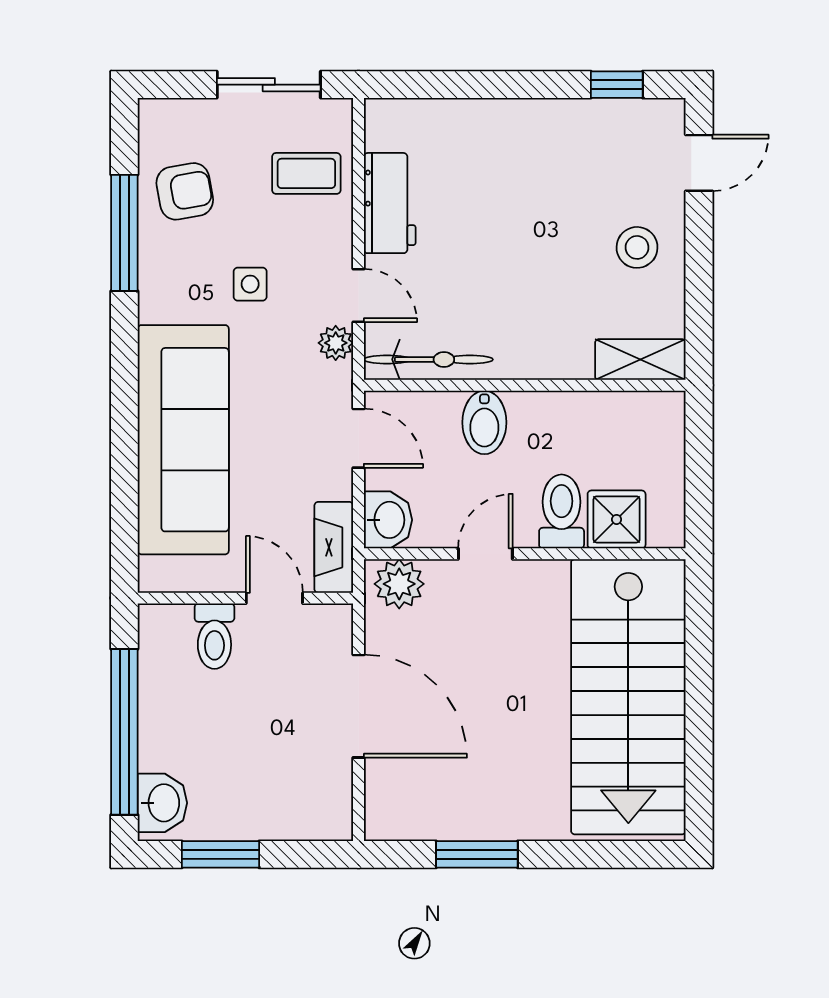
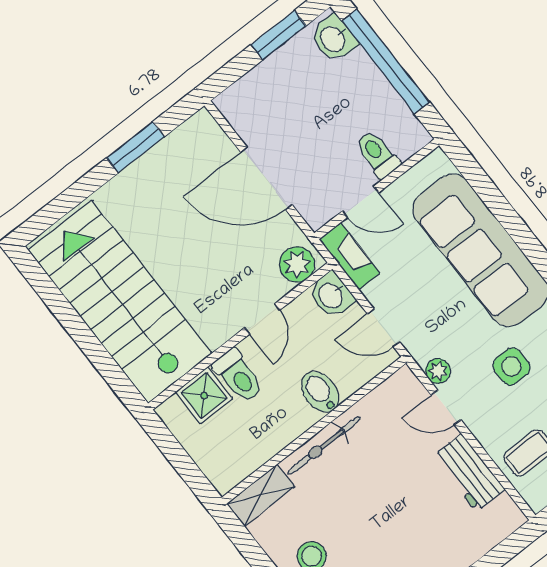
side table: (250, 284) -> (511, 366), width x1.37, depth x1.37
bicycle: (428, 359) -> (324, 446), moved

